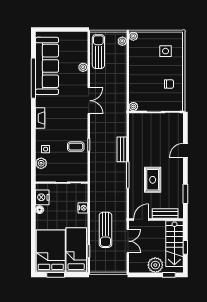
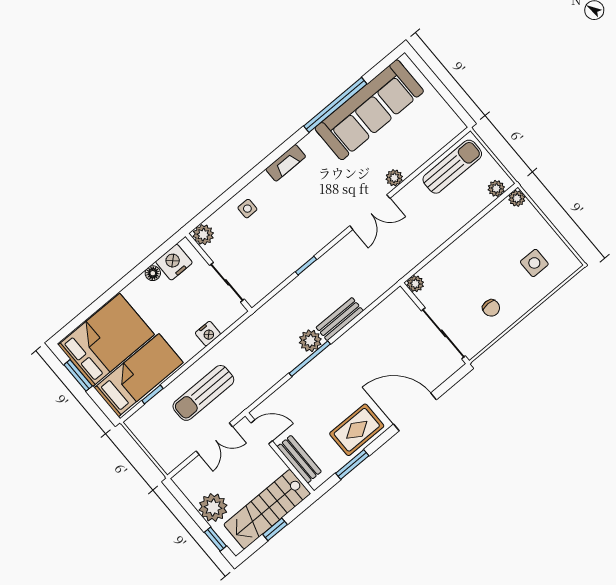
plant: (83, 67) -> (394, 178), moved
coffee table: (76, 147) -> (288, 249), removed
door: (185, 150) -> (415, 412), width x1.87
plant: (41, 163) -> (203, 235), moved
plant: (121, 169) -> (310, 341), added
rug: (153, 180) -> (357, 430), moved

